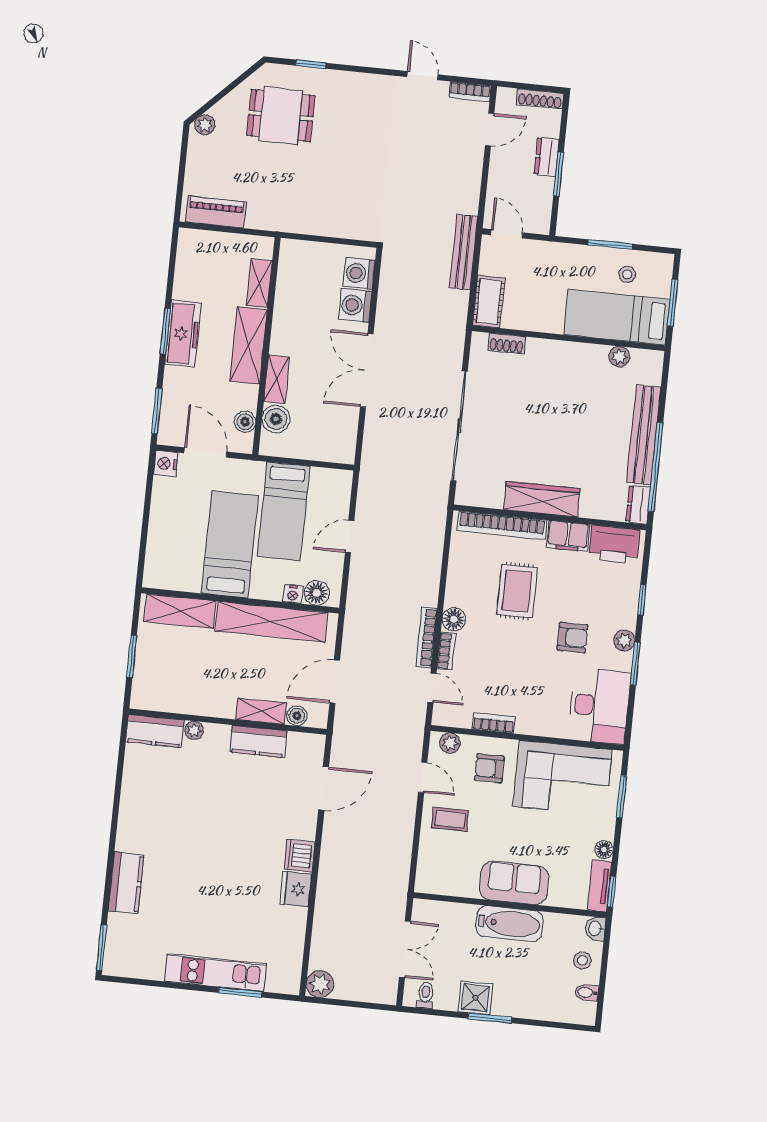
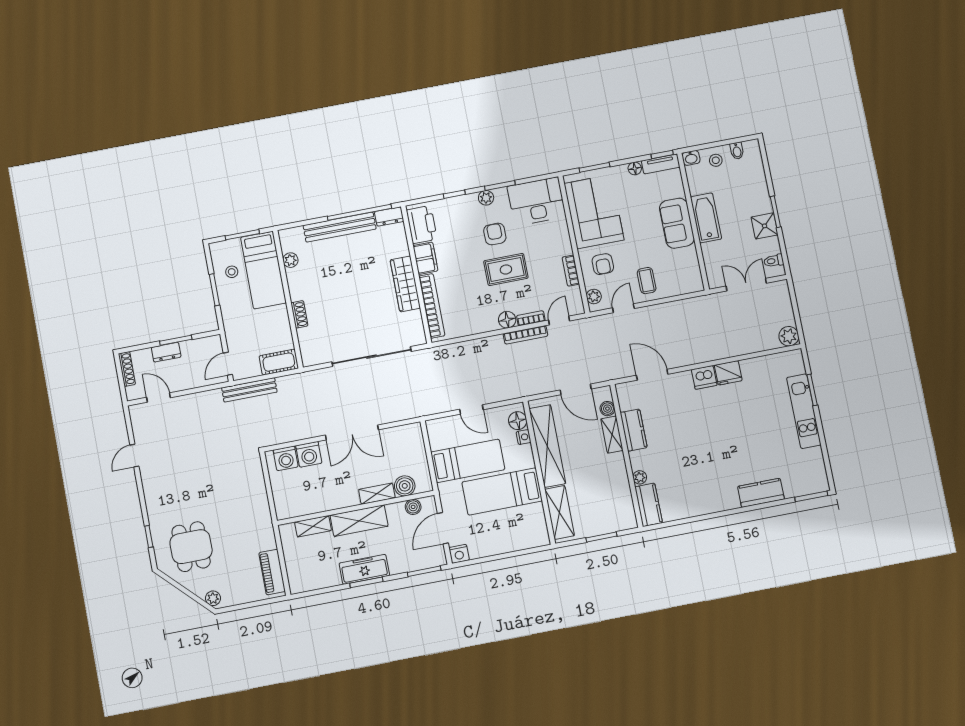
bookcase: (470, 92) -> (136, 419), removed
shoe rack: (507, 343) -> (299, 314), moved
rug: (517, 591) -> (506, 269), moved

